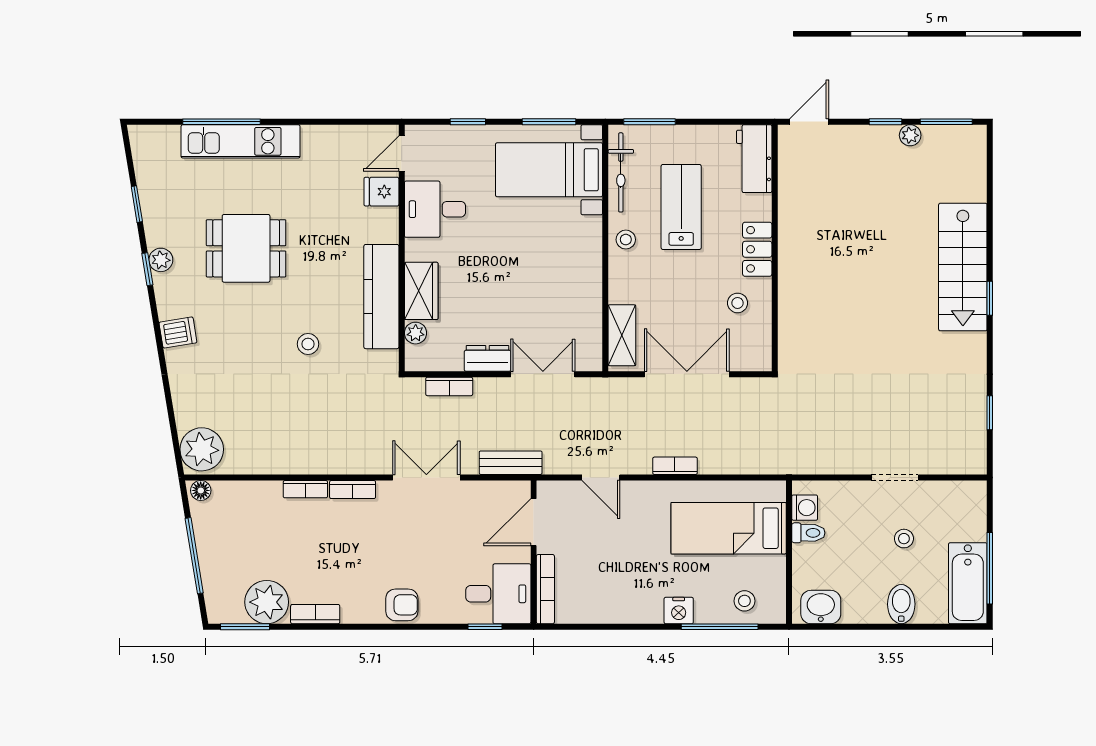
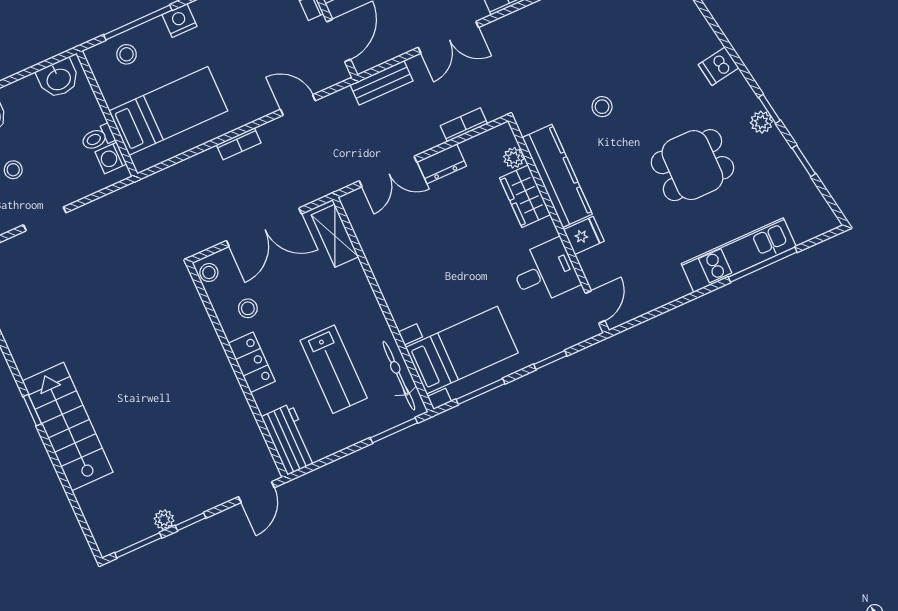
fridge: (381, 192) -> (584, 235), moved
stool: (626, 240) -> (209, 272), moved

